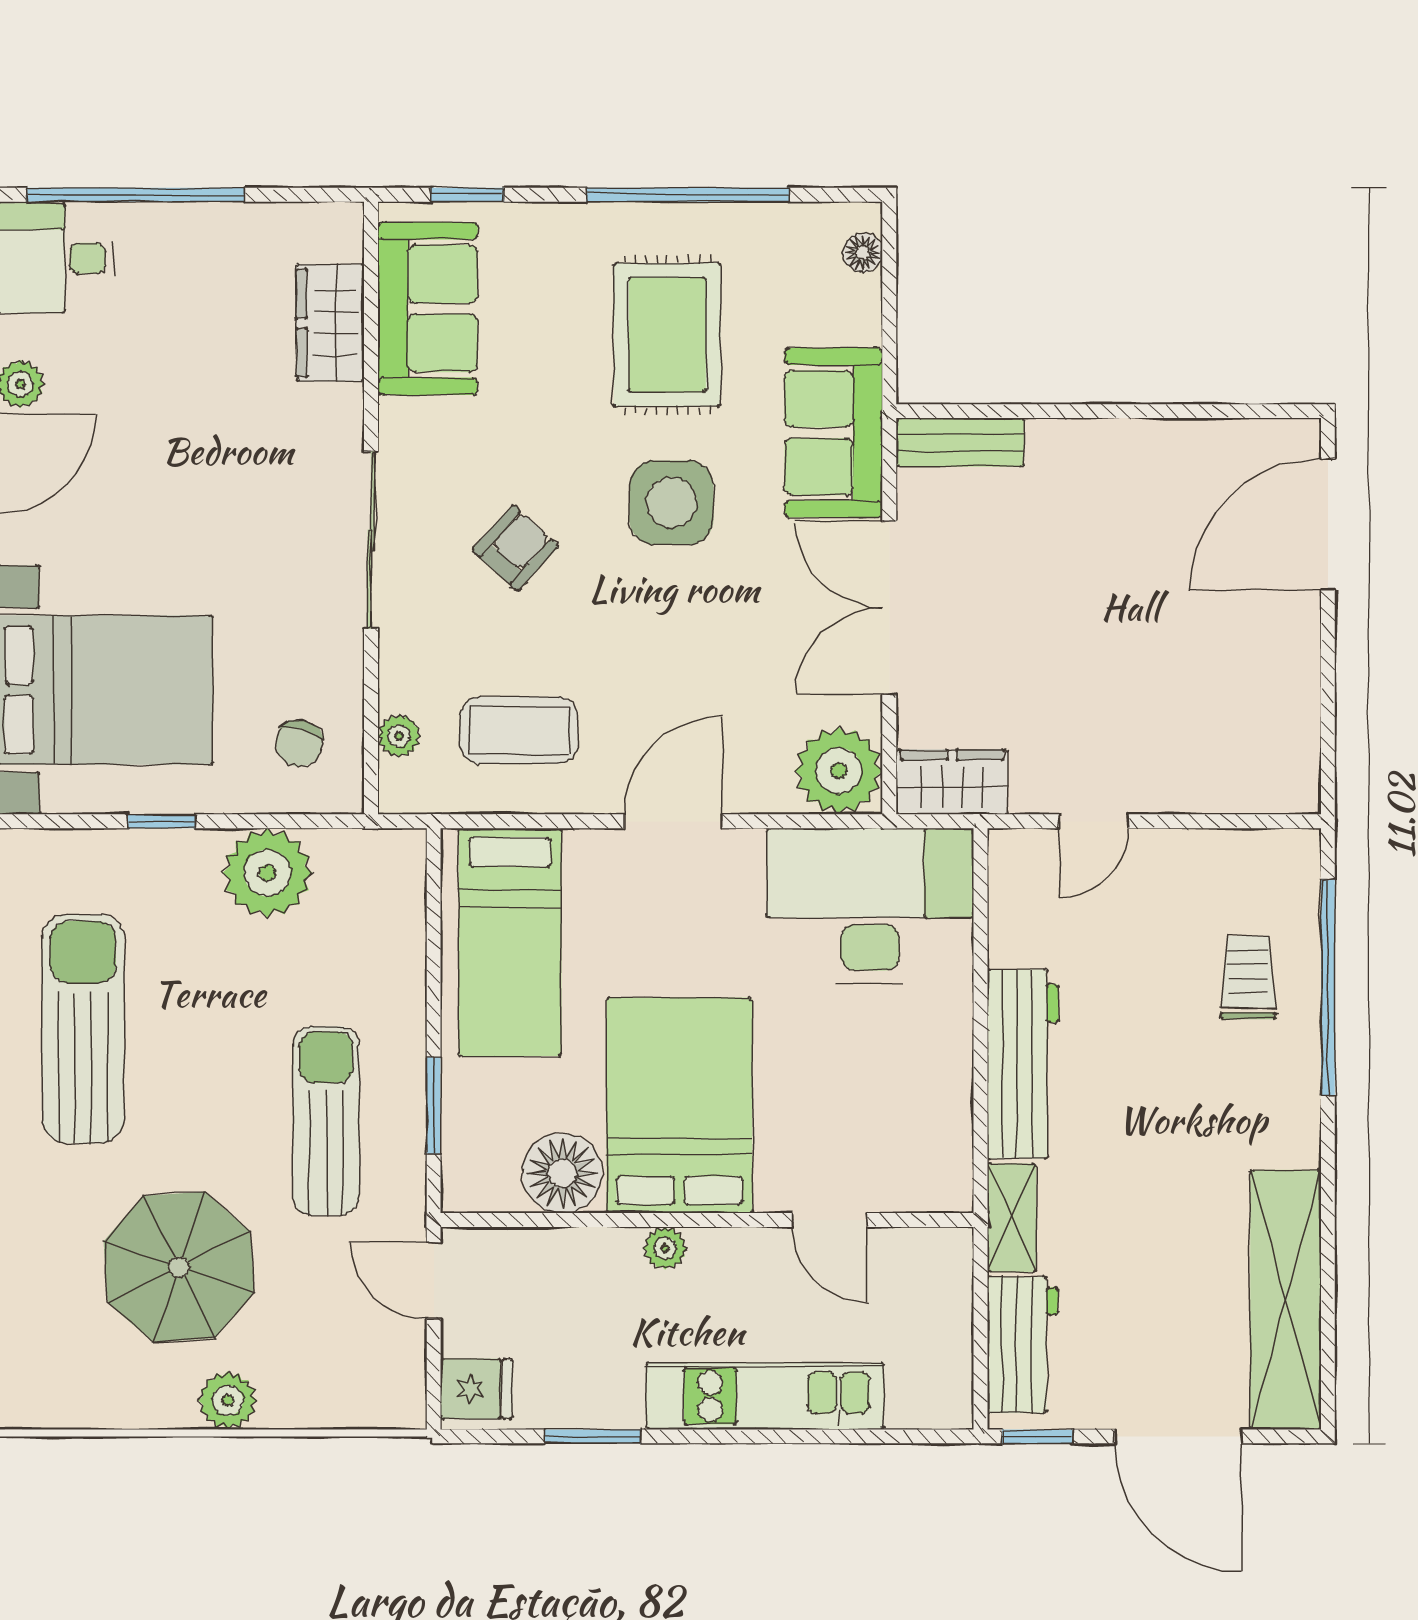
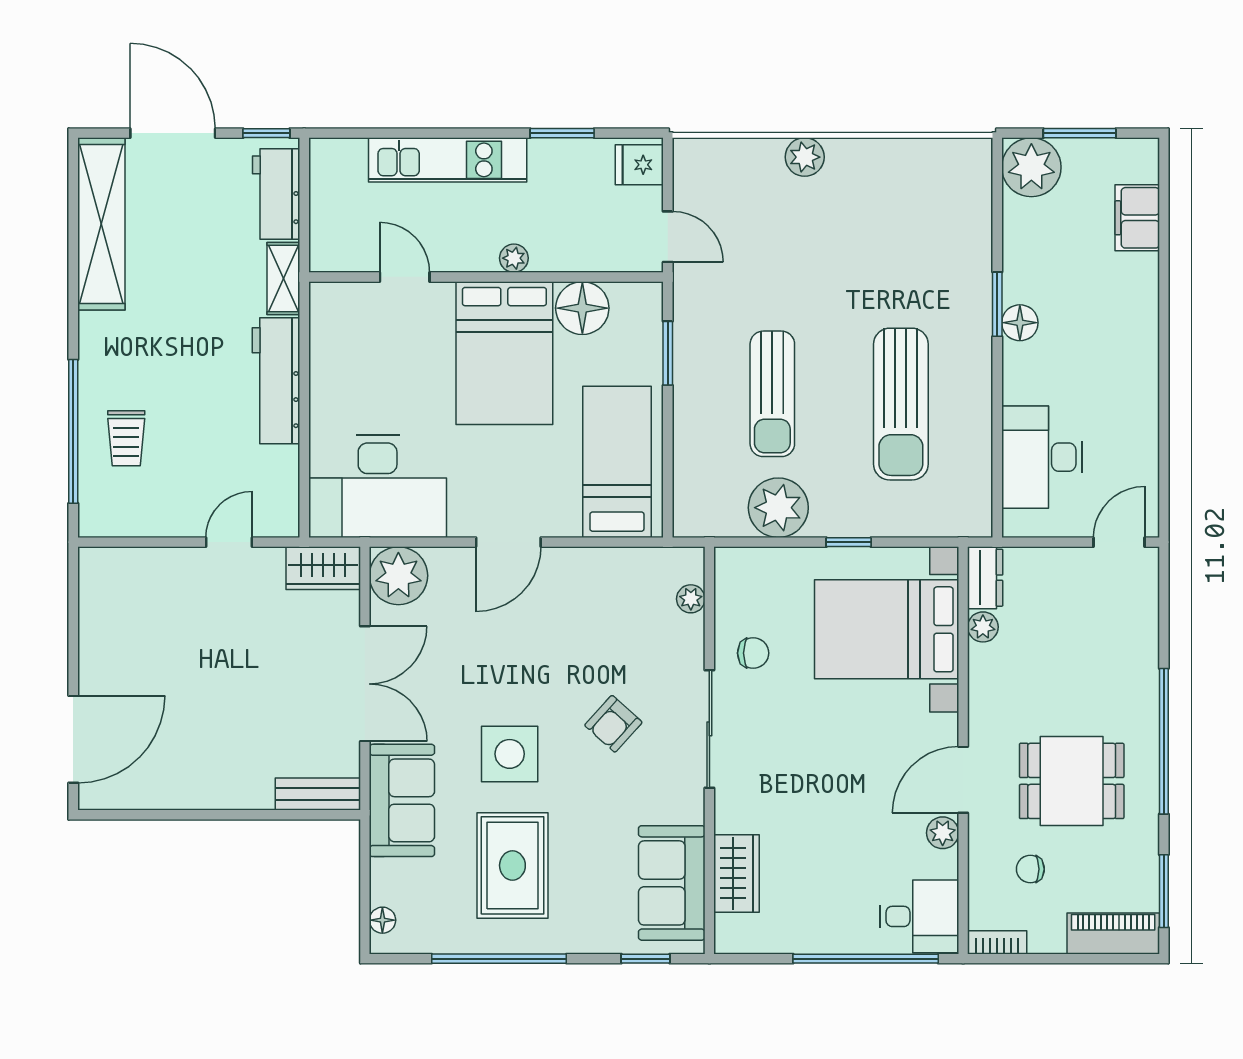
coffee table: (519, 730) -> (611, 603), removed
chair: (299, 743) -> (753, 653), moved, turned 76
sun lounger: (326, 1121) -> (772, 394), moved
parasol: (179, 1267) -> (837, 246), removed

